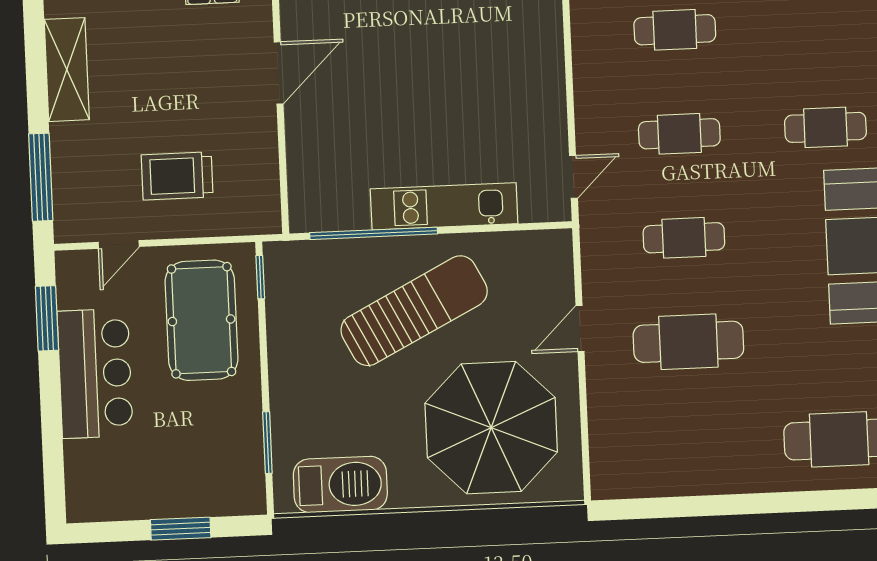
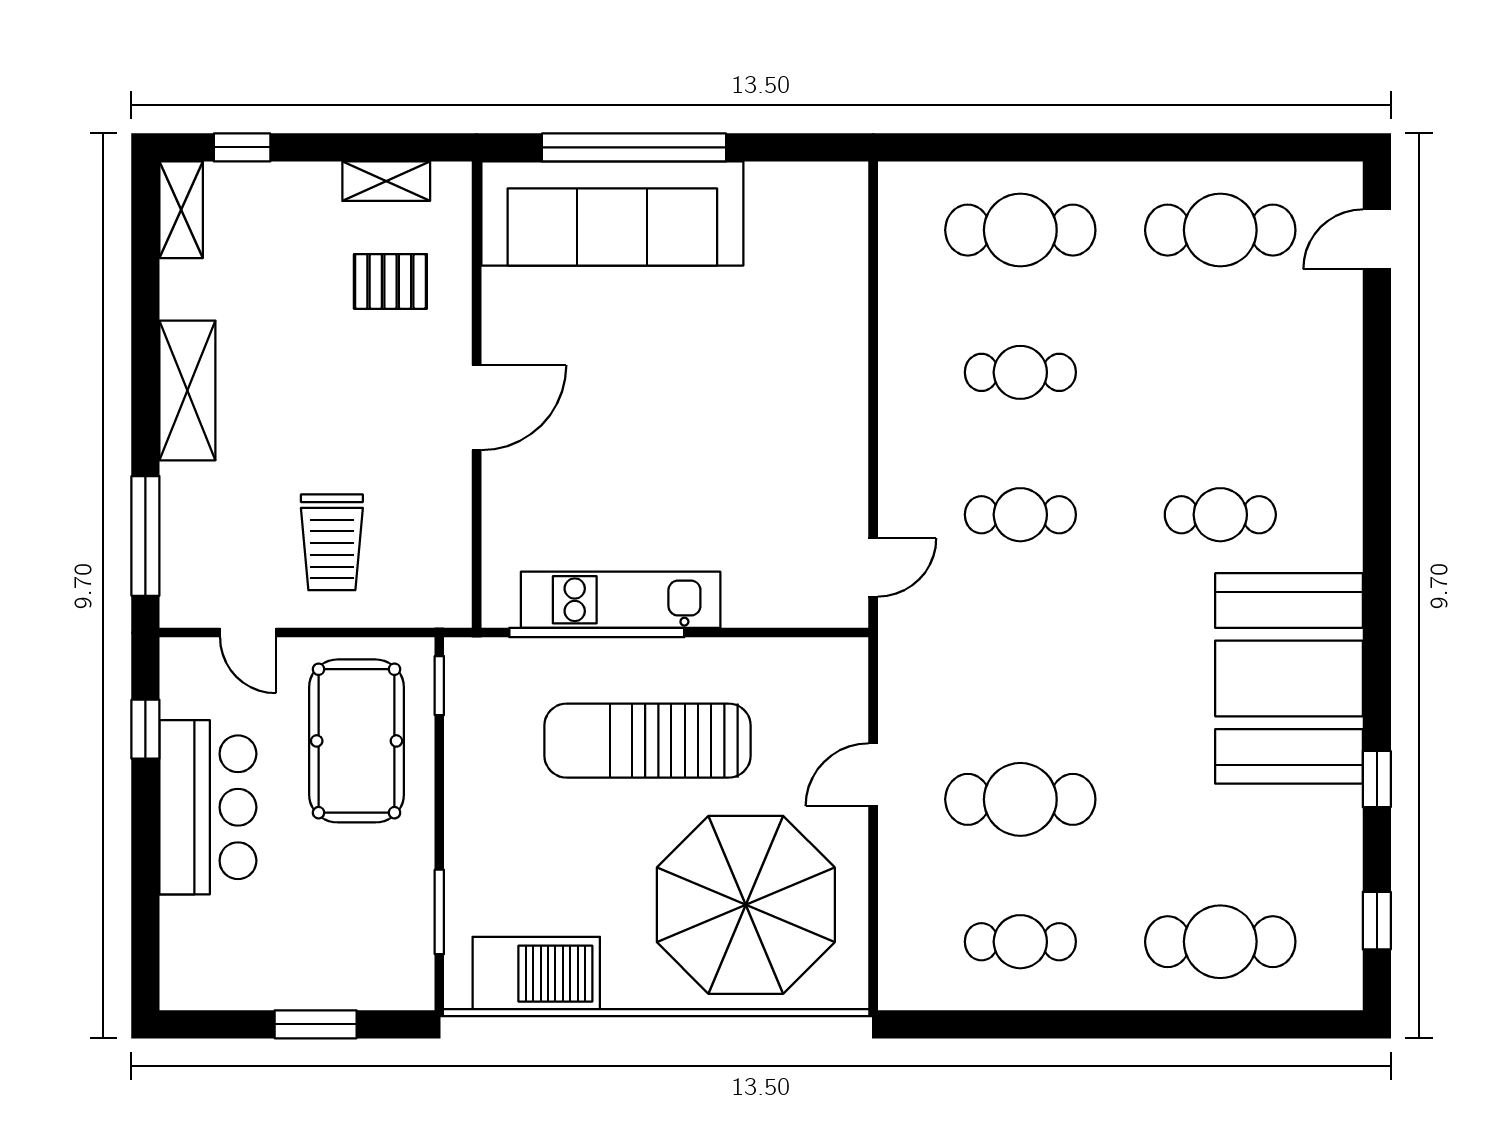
trolley: (177, 176) -> (332, 542), turned -90
kitchen unit: (444, 206) -> (621, 600), moved
cafe table: (684, 238) -> (1020, 942), moved
door: (119, 244) -> (248, 633), hinge flipped
sun lounger: (414, 311) -> (648, 741), turned -153
window: (47, 318) -> (145, 729), width x0.67

